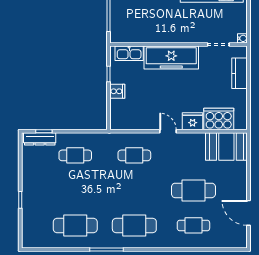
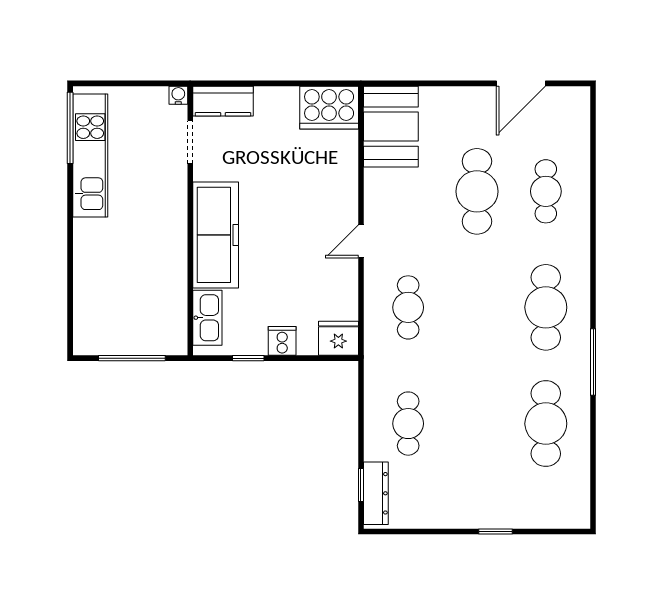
kitchen counter: (239, 73) -> (223, 101), moved
cooker: (219, 119) -> (329, 108), moved, turned -90
fridge: (193, 121) -> (338, 338), moved, turned 90

